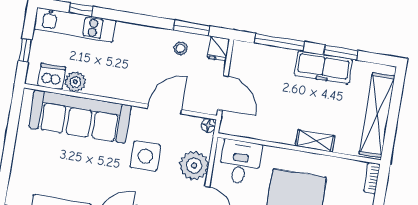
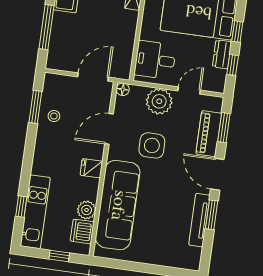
fridge: (219, 49) -> (91, 168), moved, turned 180
door: (165, 109) -> (109, 129), hinge flipped

